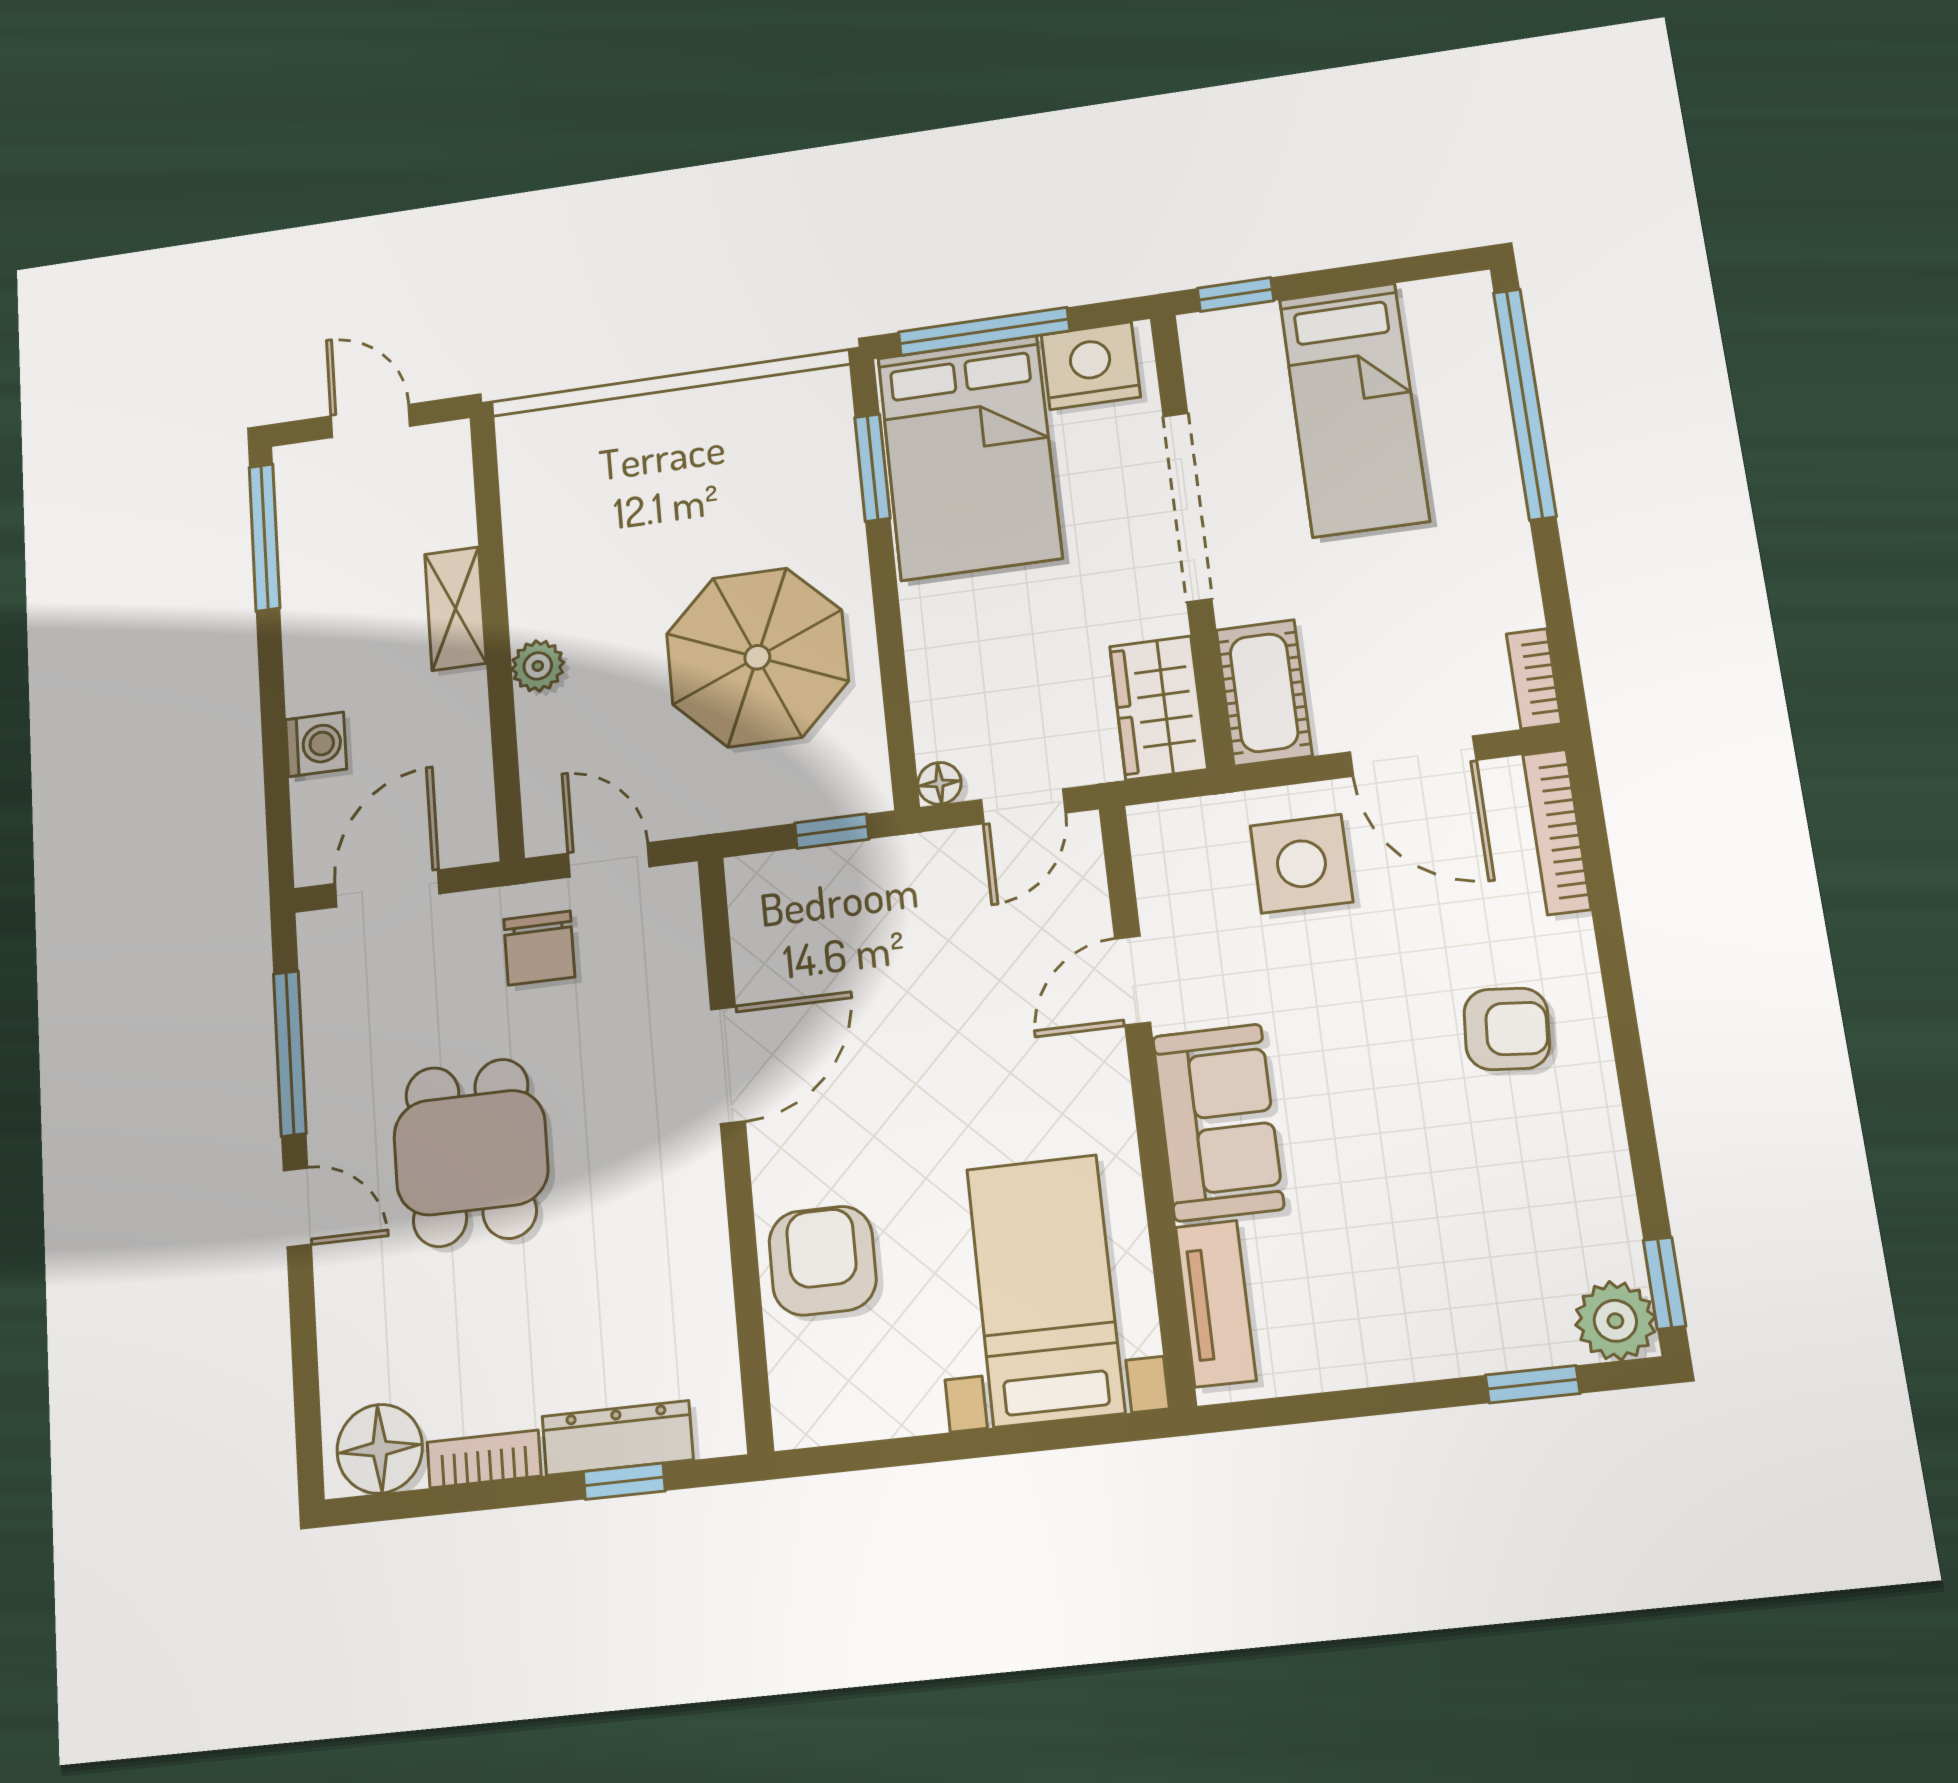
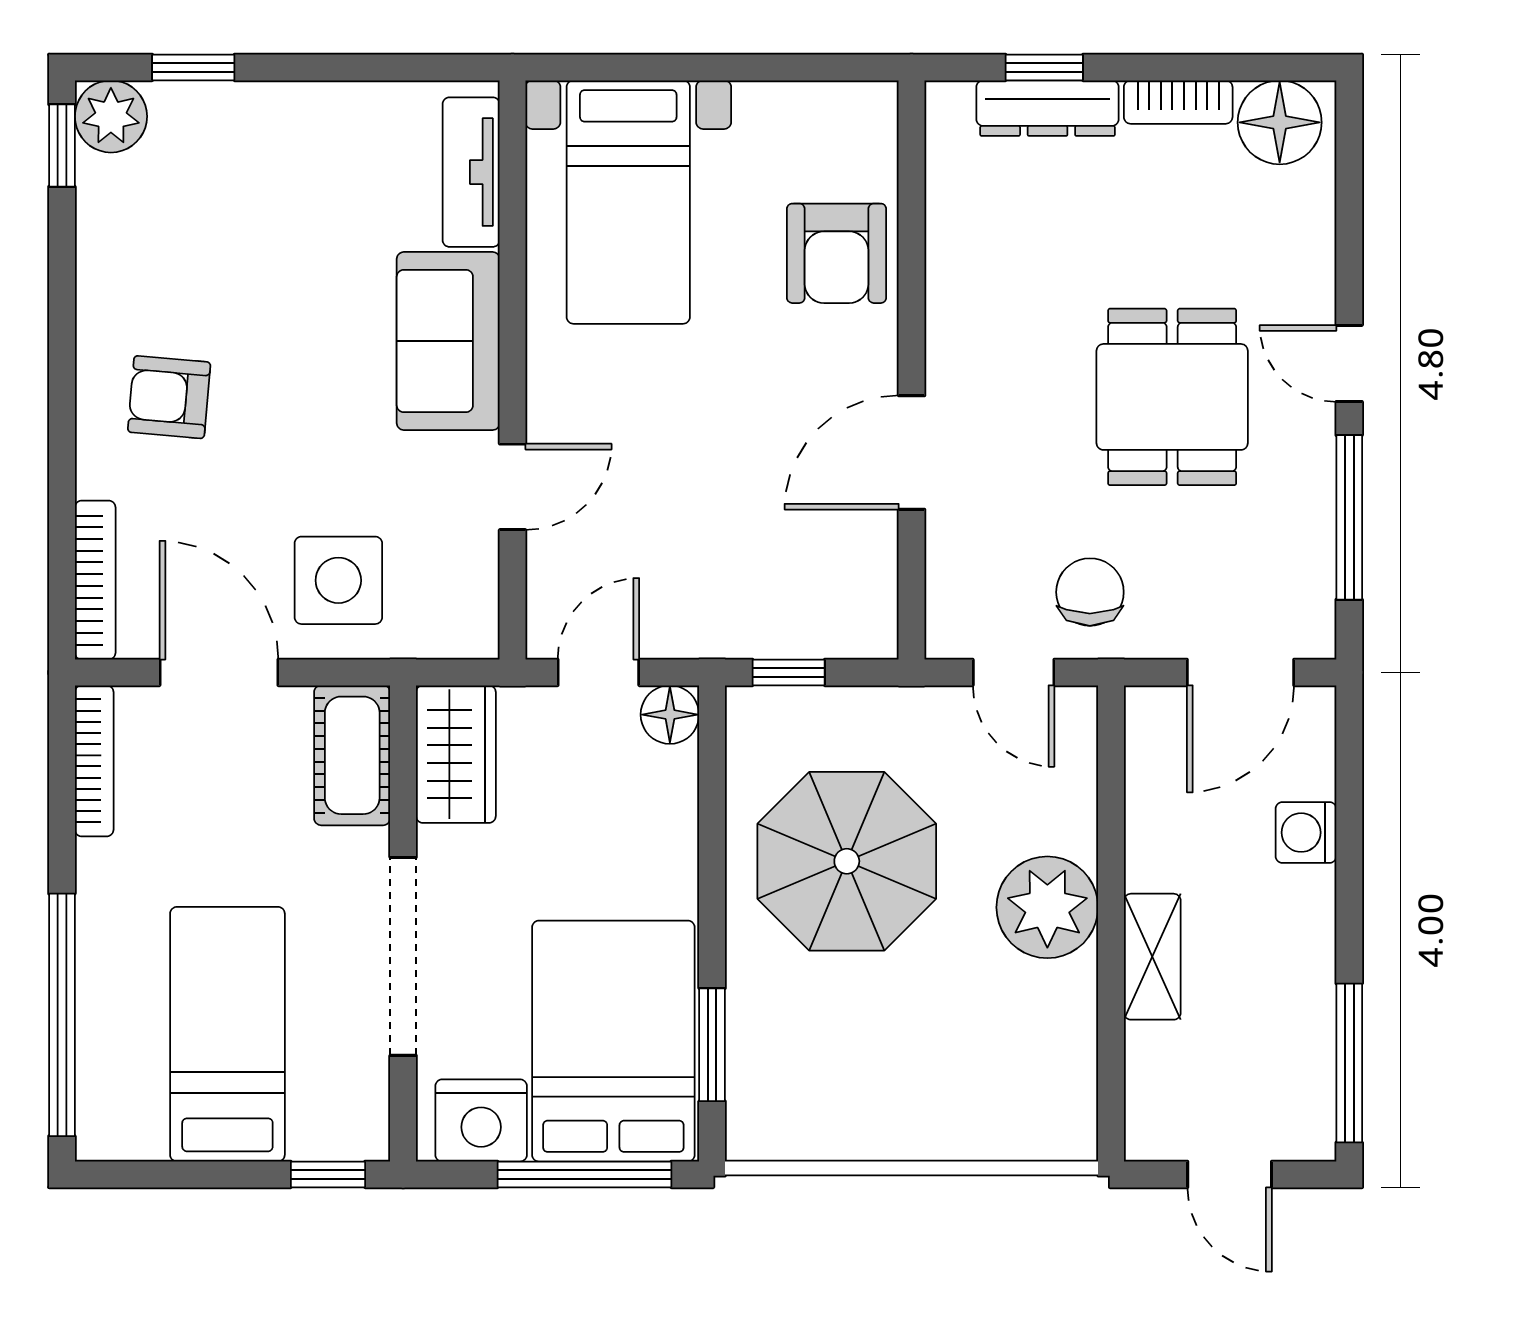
plant: (538, 666) -> (1047, 907), width x1.88, depth x1.88
bookcase: (1534, 679) -> (94, 761), width x1.56
floor lamp: (939, 783) -> (670, 715), width x1.37, depth x1.37

